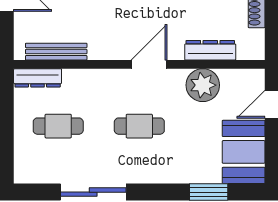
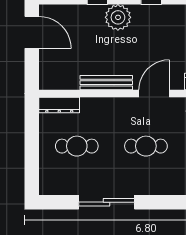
bench: (56, 52) -> (106, 83), moved

